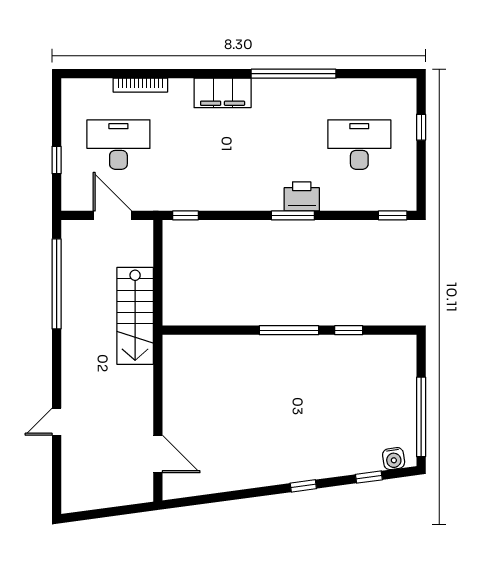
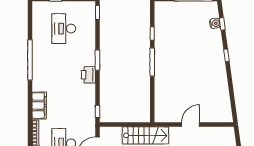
filing cabinet: (223, 93) -> (39, 105), moved
printer: (302, 196) -> (88, 75), moved
door: (158, 454) -> (191, 125), moved
water cooler: (394, 459) -> (215, 23), moved

